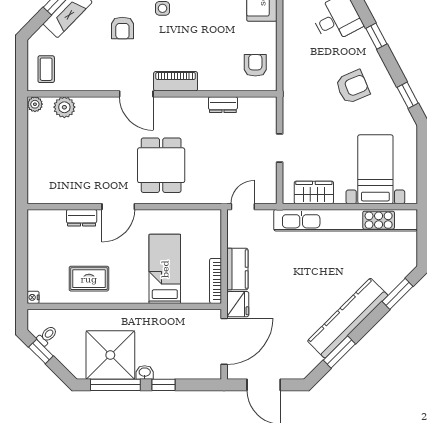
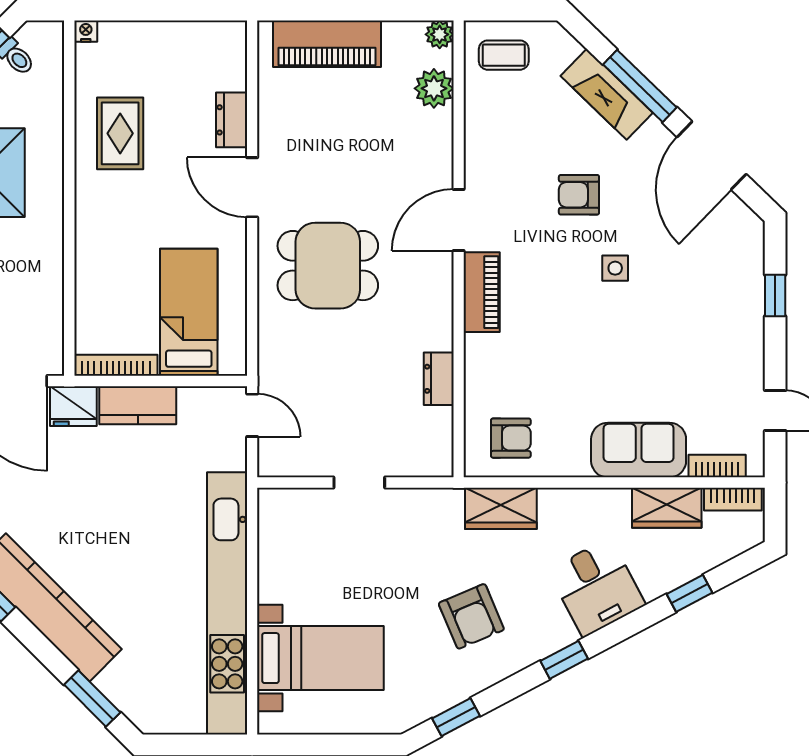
piano: (40, 166) -> (327, 44), added
wardrobe: (314, 192) -> (501, 508), moved, turned 90
bed: (165, 269) -> (189, 312), moved, turned -90

